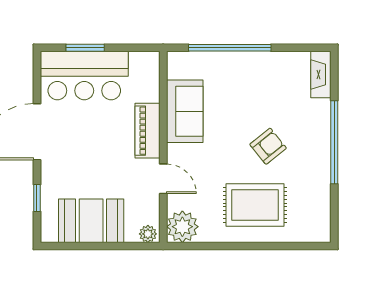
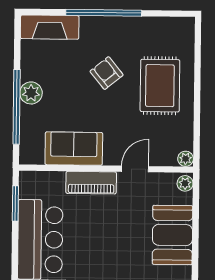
window: (85, 48) -> (15, 204), moved
plant: (245, 63) -> (31, 93), added
fireplace: (321, 74) -> (50, 27), width x1.37, depth x1.32
plant: (182, 227) -> (186, 159), width x0.53, depth x0.53

